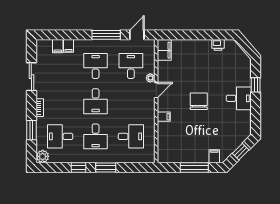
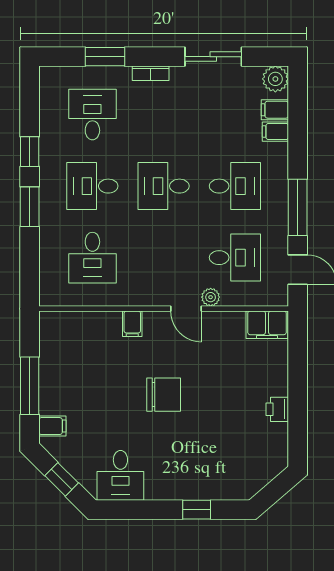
printer: (218, 45) -> (277, 409), moved
desk: (239, 98) -> (120, 475), moved
plant: (43, 156) -> (275, 79), moved

